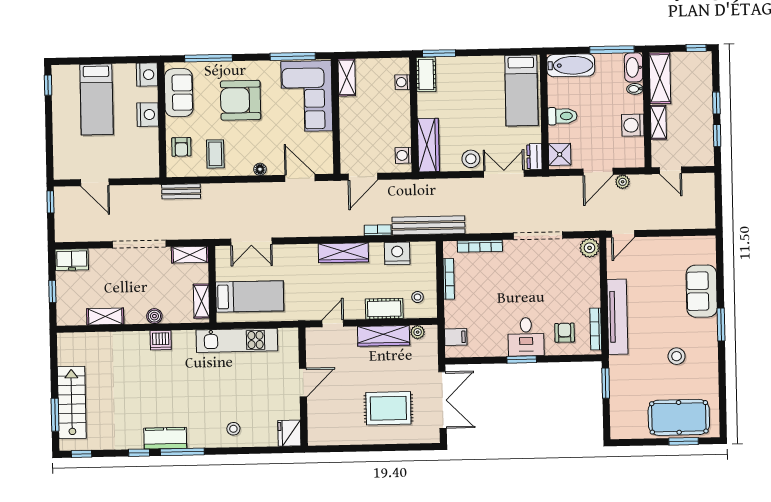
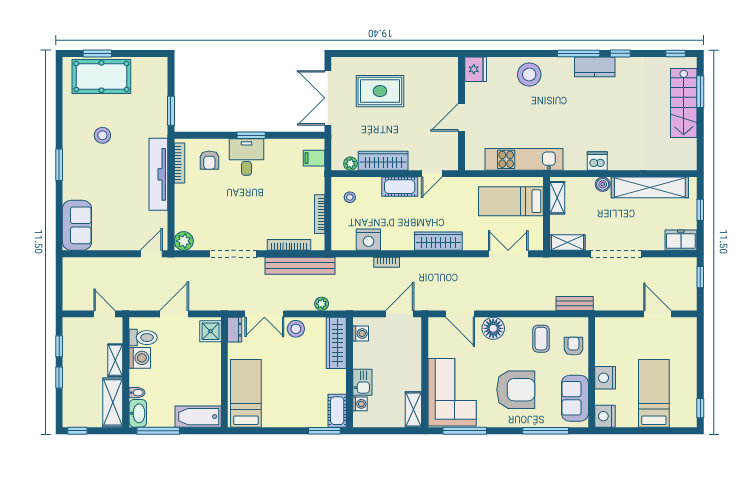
kitchen sink: (400, 105) -> (362, 382), added
toilet: (562, 116) -> (143, 338), moved, turned 180
floor lamp: (260, 169) -> (493, 328), width x1.89, depth x1.89
plant: (623, 182) -> (322, 304), moved
window: (50, 202) -> (700, 277), moved
bench: (429, 225) -> (300, 266), moved
wardrobe: (343, 253) -> (438, 241), moved
sofa: (702, 291) -> (77, 225), moved
cot: (384, 309) -> (400, 187), moved
shelving: (105, 316) -> (650, 187), width x2.20, depth x1.33
stool: (233, 429) -> (529, 74), width x1.89, depth x1.89

